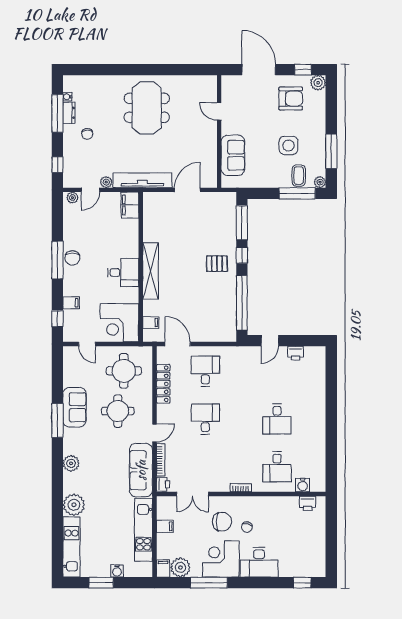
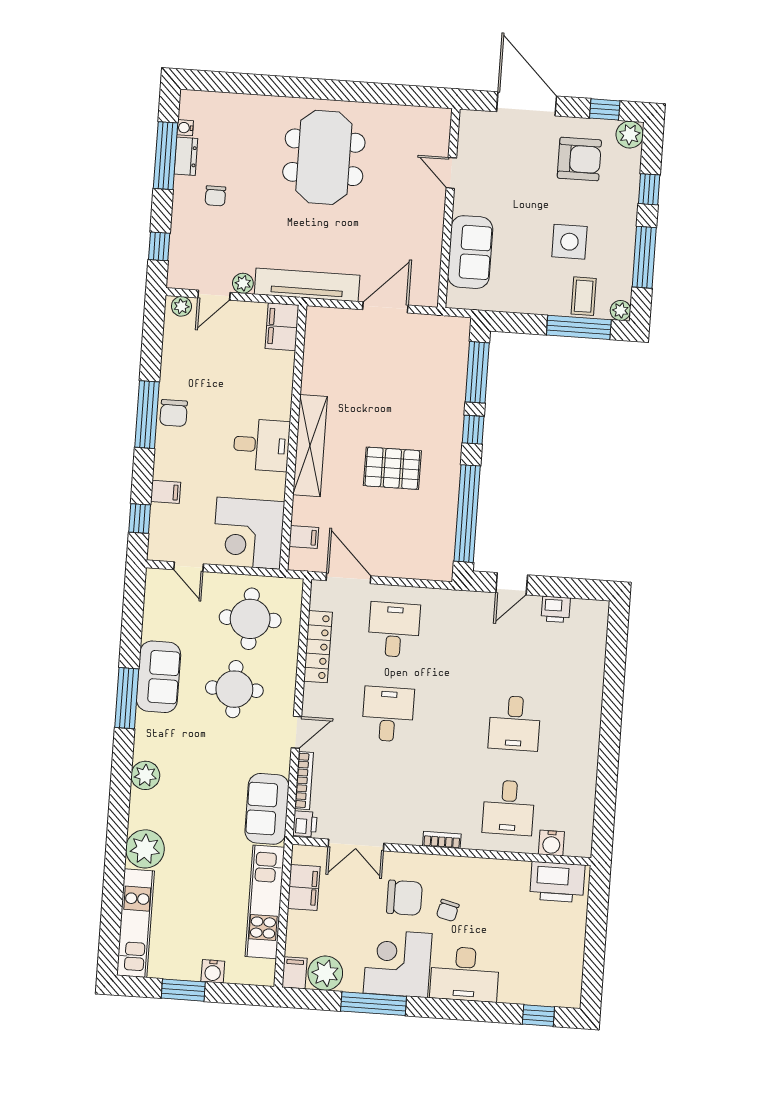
window: (331, 113) -> (649, 189), added
pallet: (217, 264) -> (392, 468), moved, width x1.50, depth x1.42
sofa: (141, 470) -> (267, 809), width x0.73
printer: (307, 503) -> (557, 882), width x1.87, depth x1.48
filing cabinet: (165, 526) -> (304, 887), width x2.00

